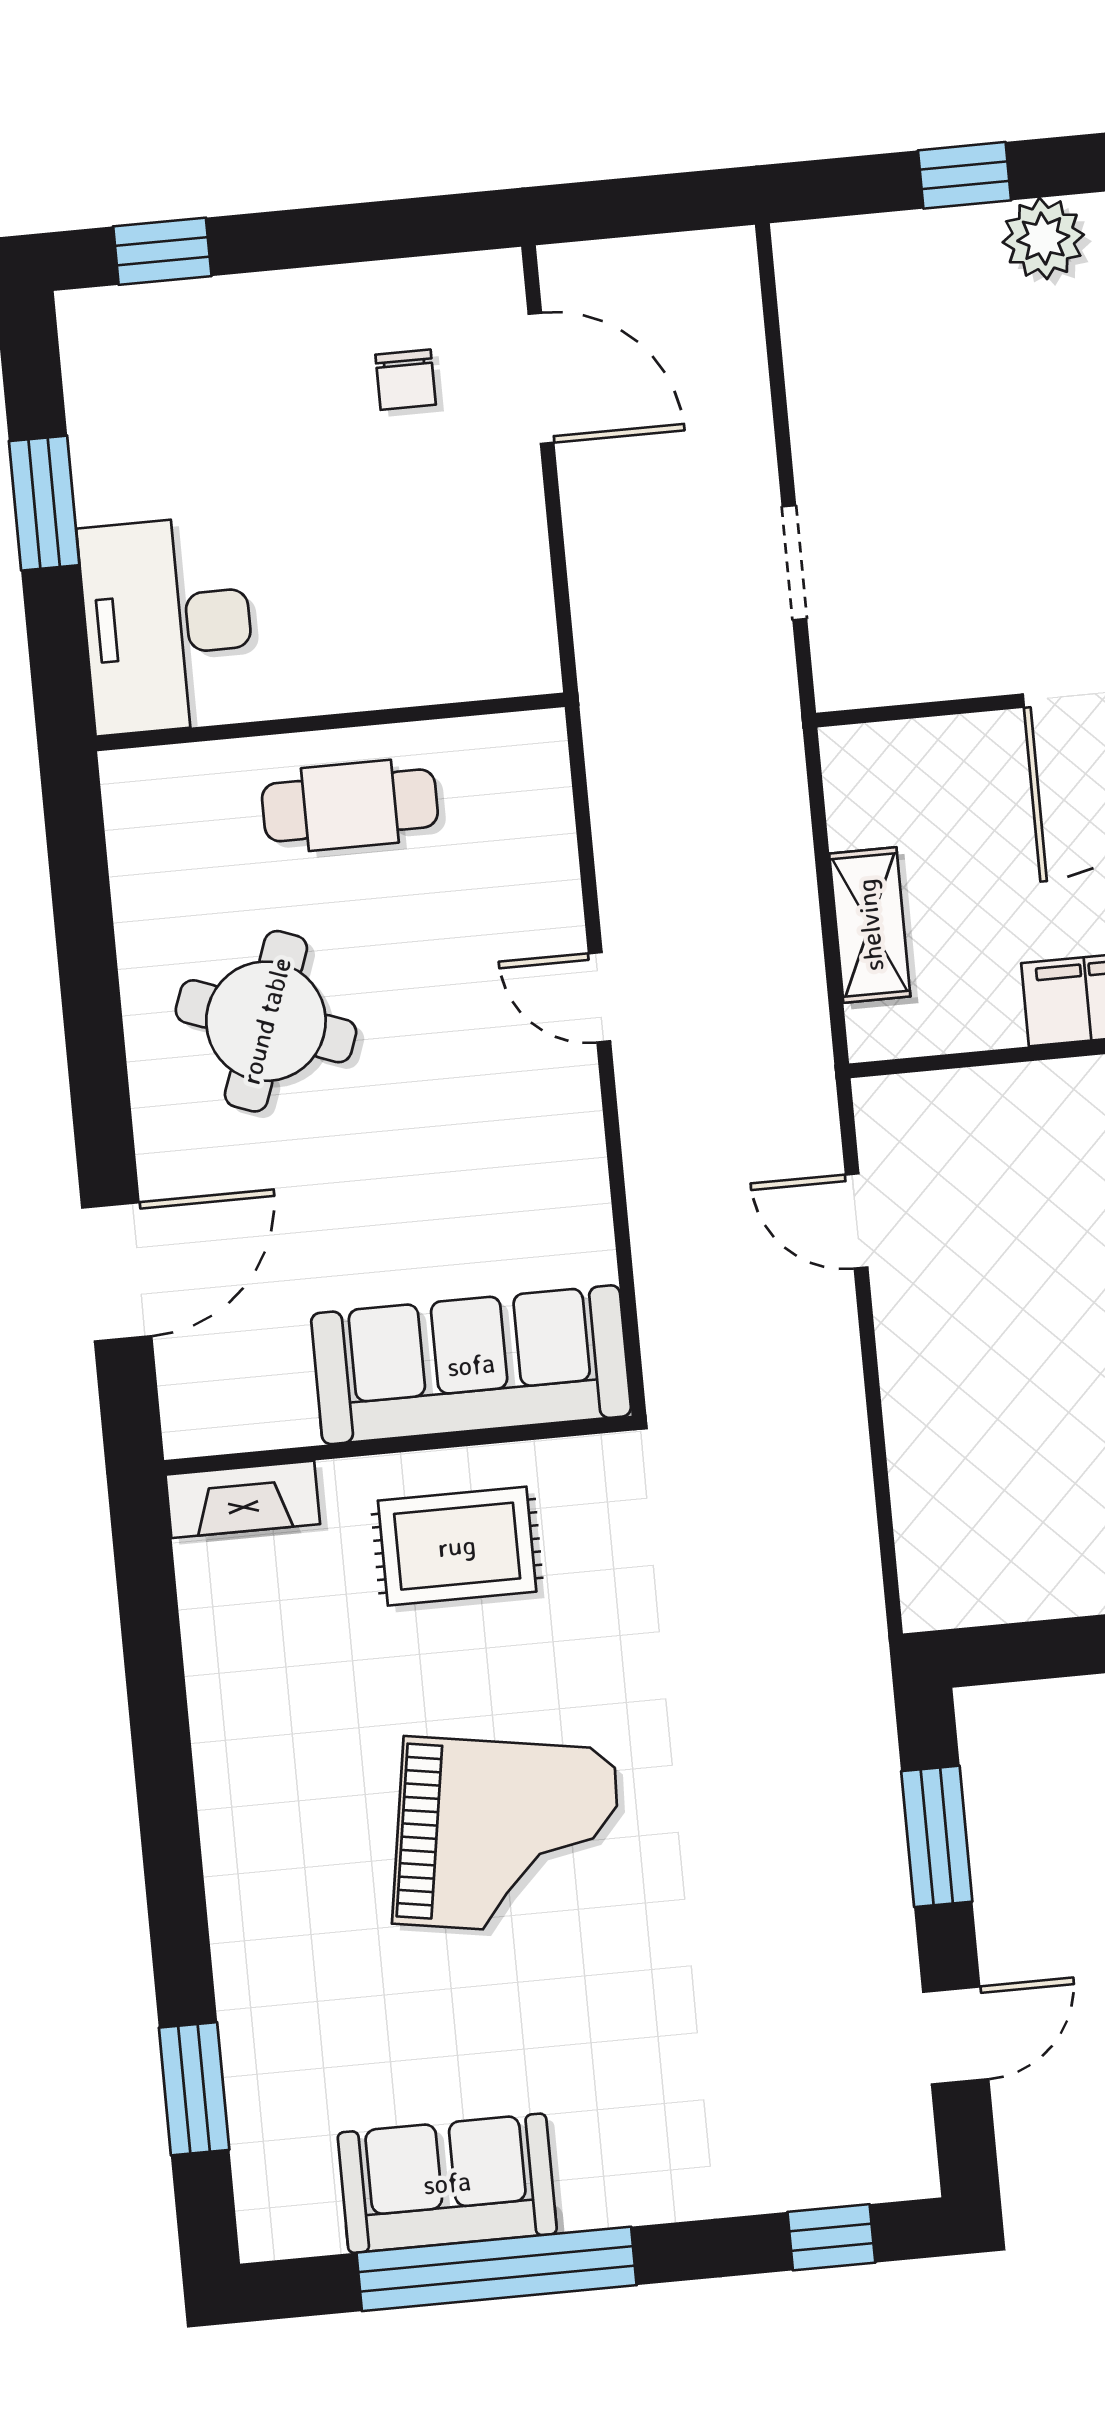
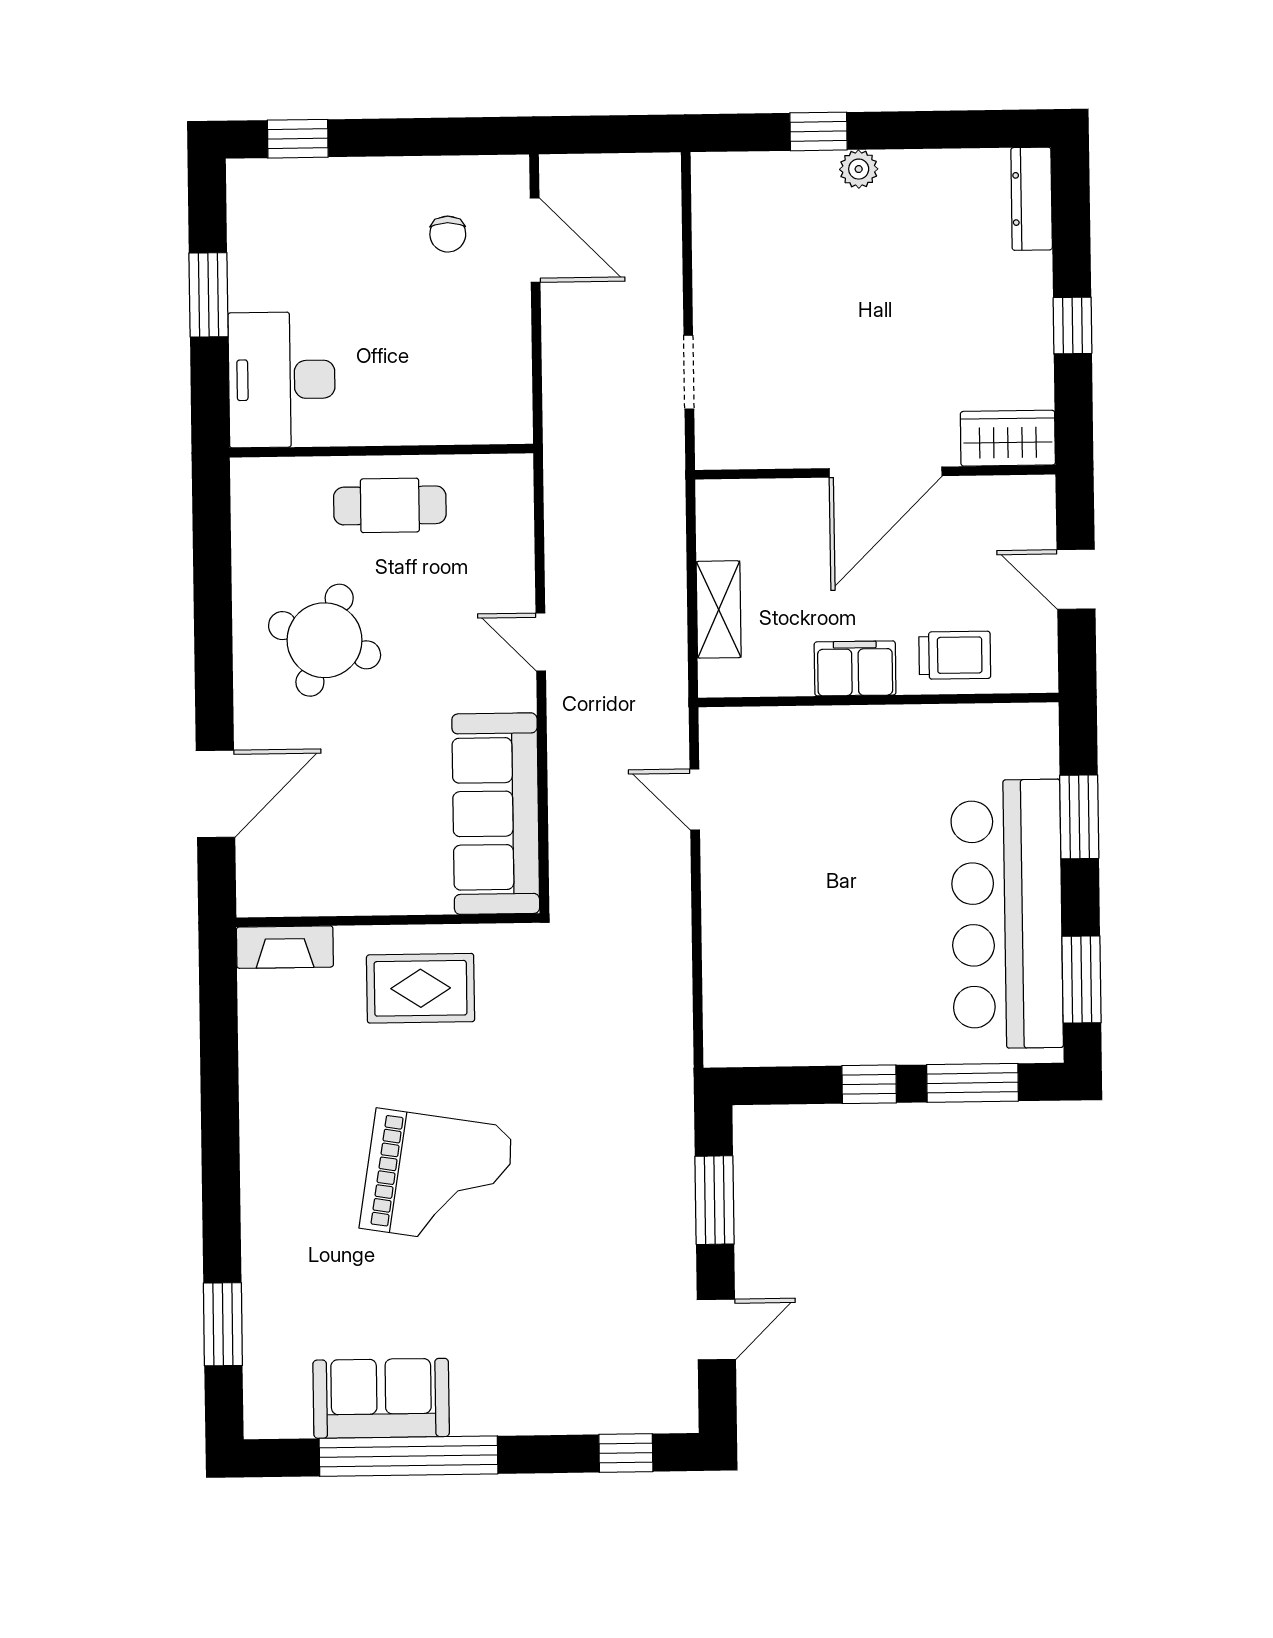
plant: (1043, 238) -> (859, 169), width x0.73, depth x0.73
sofa: (471, 1365) -> (496, 814), moved, turned -90

